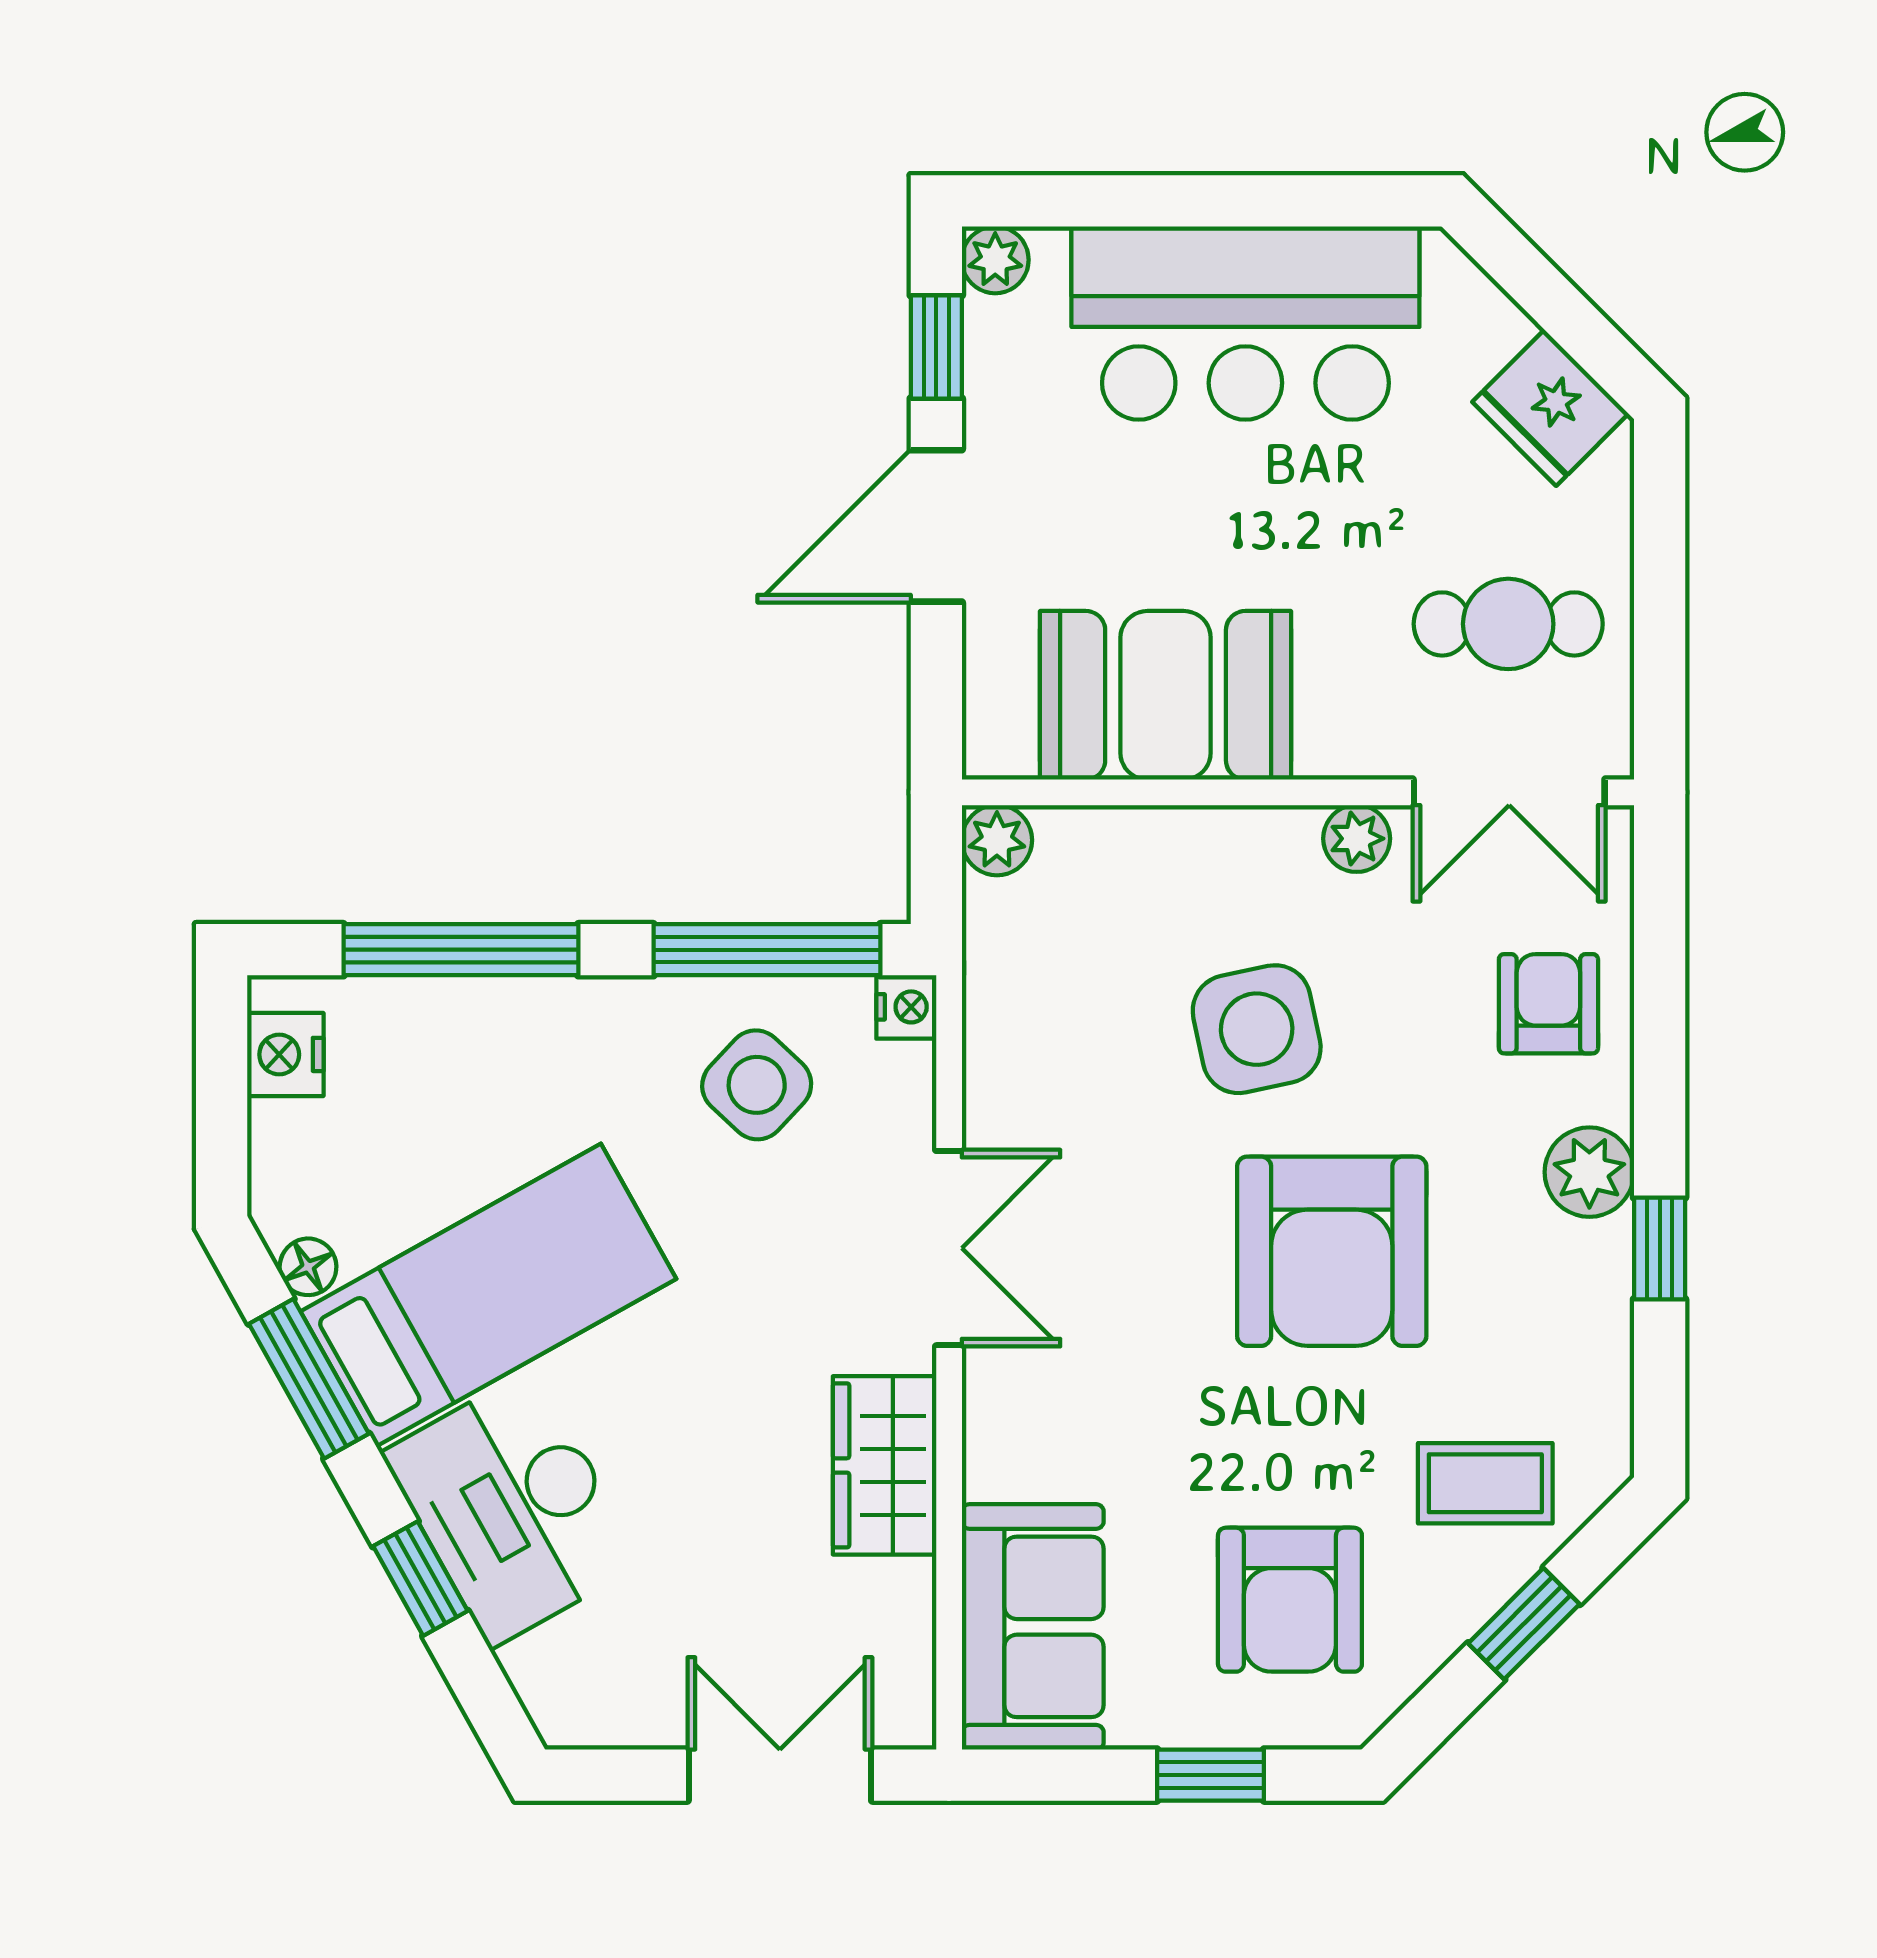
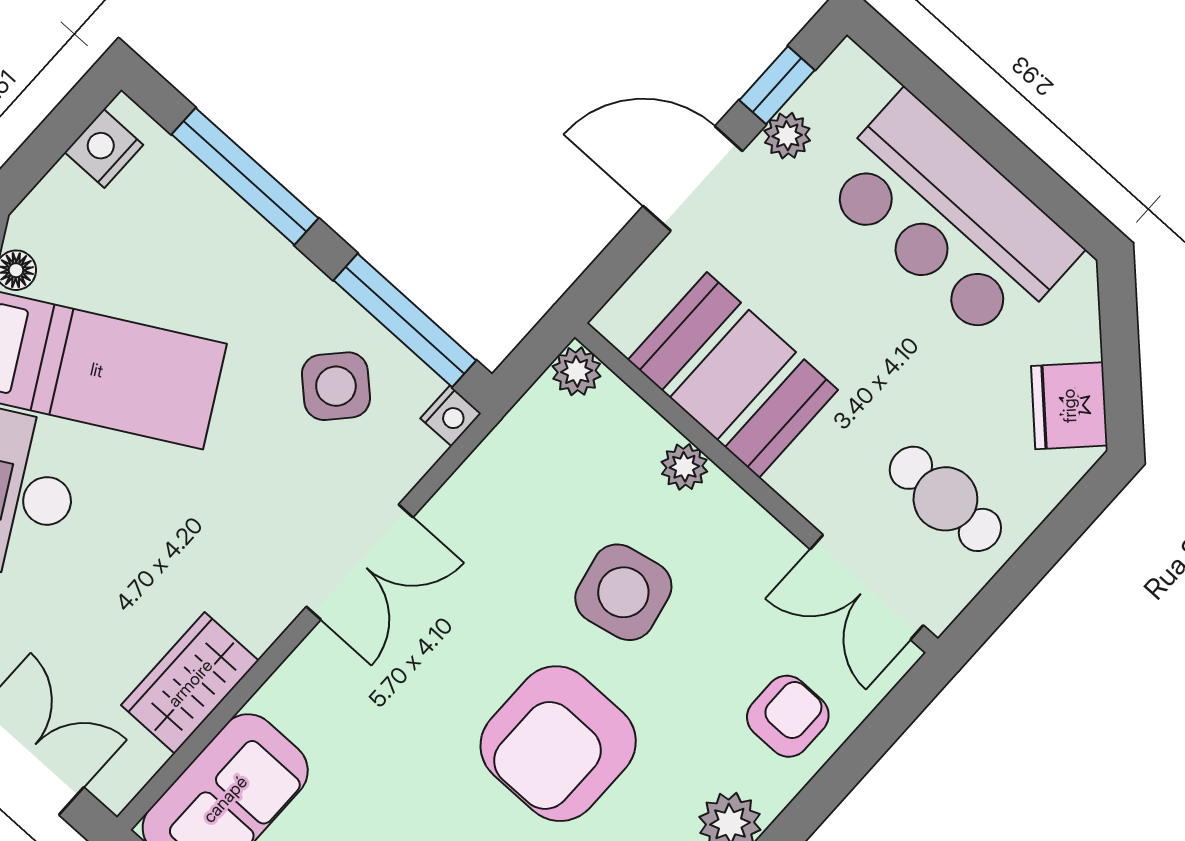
plant: (995, 260) -> (787, 136), moved
plant: (1357, 839) -> (684, 467), moved
wardrobe: (885, 1465) -> (190, 683), moved

